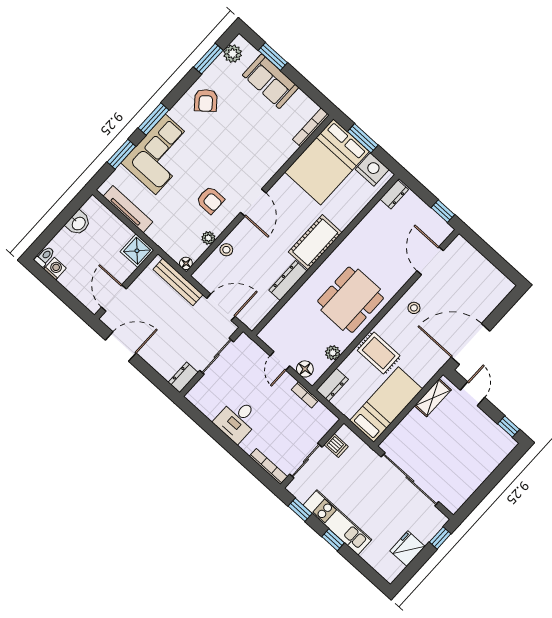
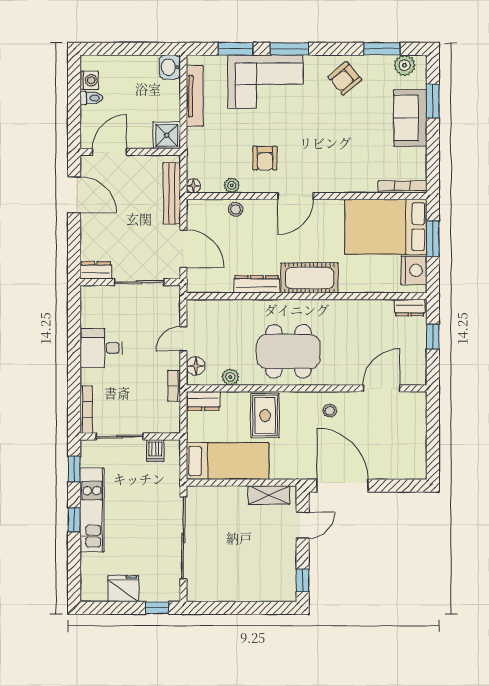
window: (443, 211) -> (433, 337), moved
washbasin: (78, 223) -> (170, 67), moved, turned 90
toilet: (45, 257) -> (91, 98), moved

